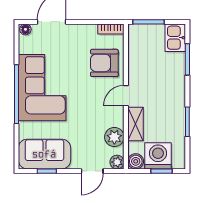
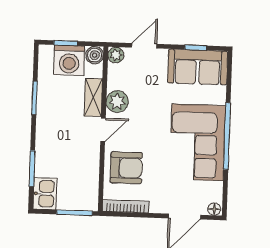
bookcase: (111, 29) -> (126, 206), width x1.56
plant: (114, 137) -> (117, 102), moved

